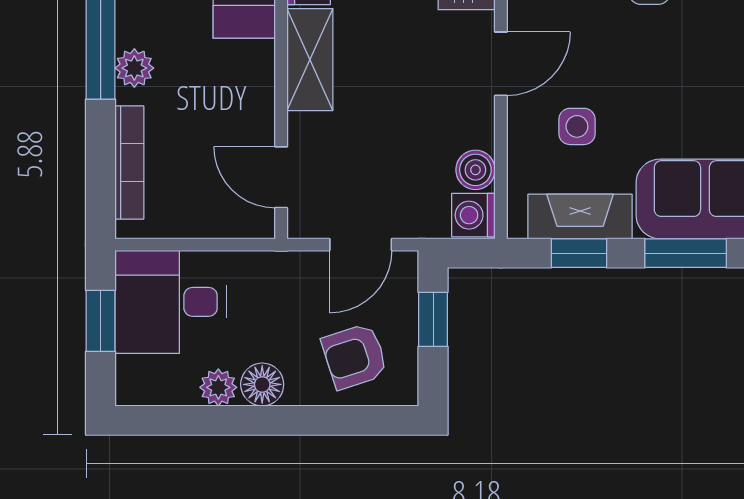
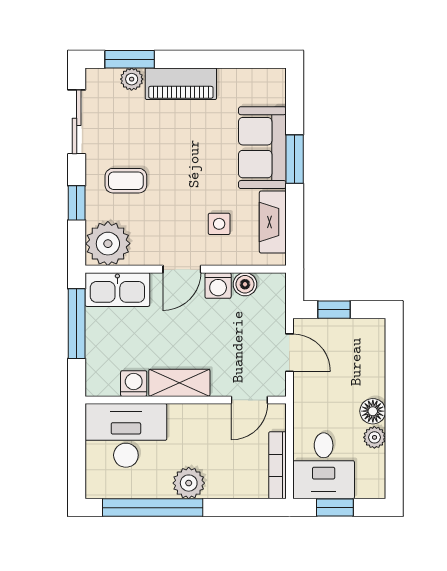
door: (501, 64) -> (182, 269), swing flipped
plant: (134, 68) -> (189, 483), width x1.38, depth x1.38
bookcase: (129, 162) -> (277, 465), moved, turned -90
washing machine: (473, 215) -> (218, 286), moved
window: (579, 253) -> (295, 223), removed
armchair: (355, 356) -> (356, 356), removed

